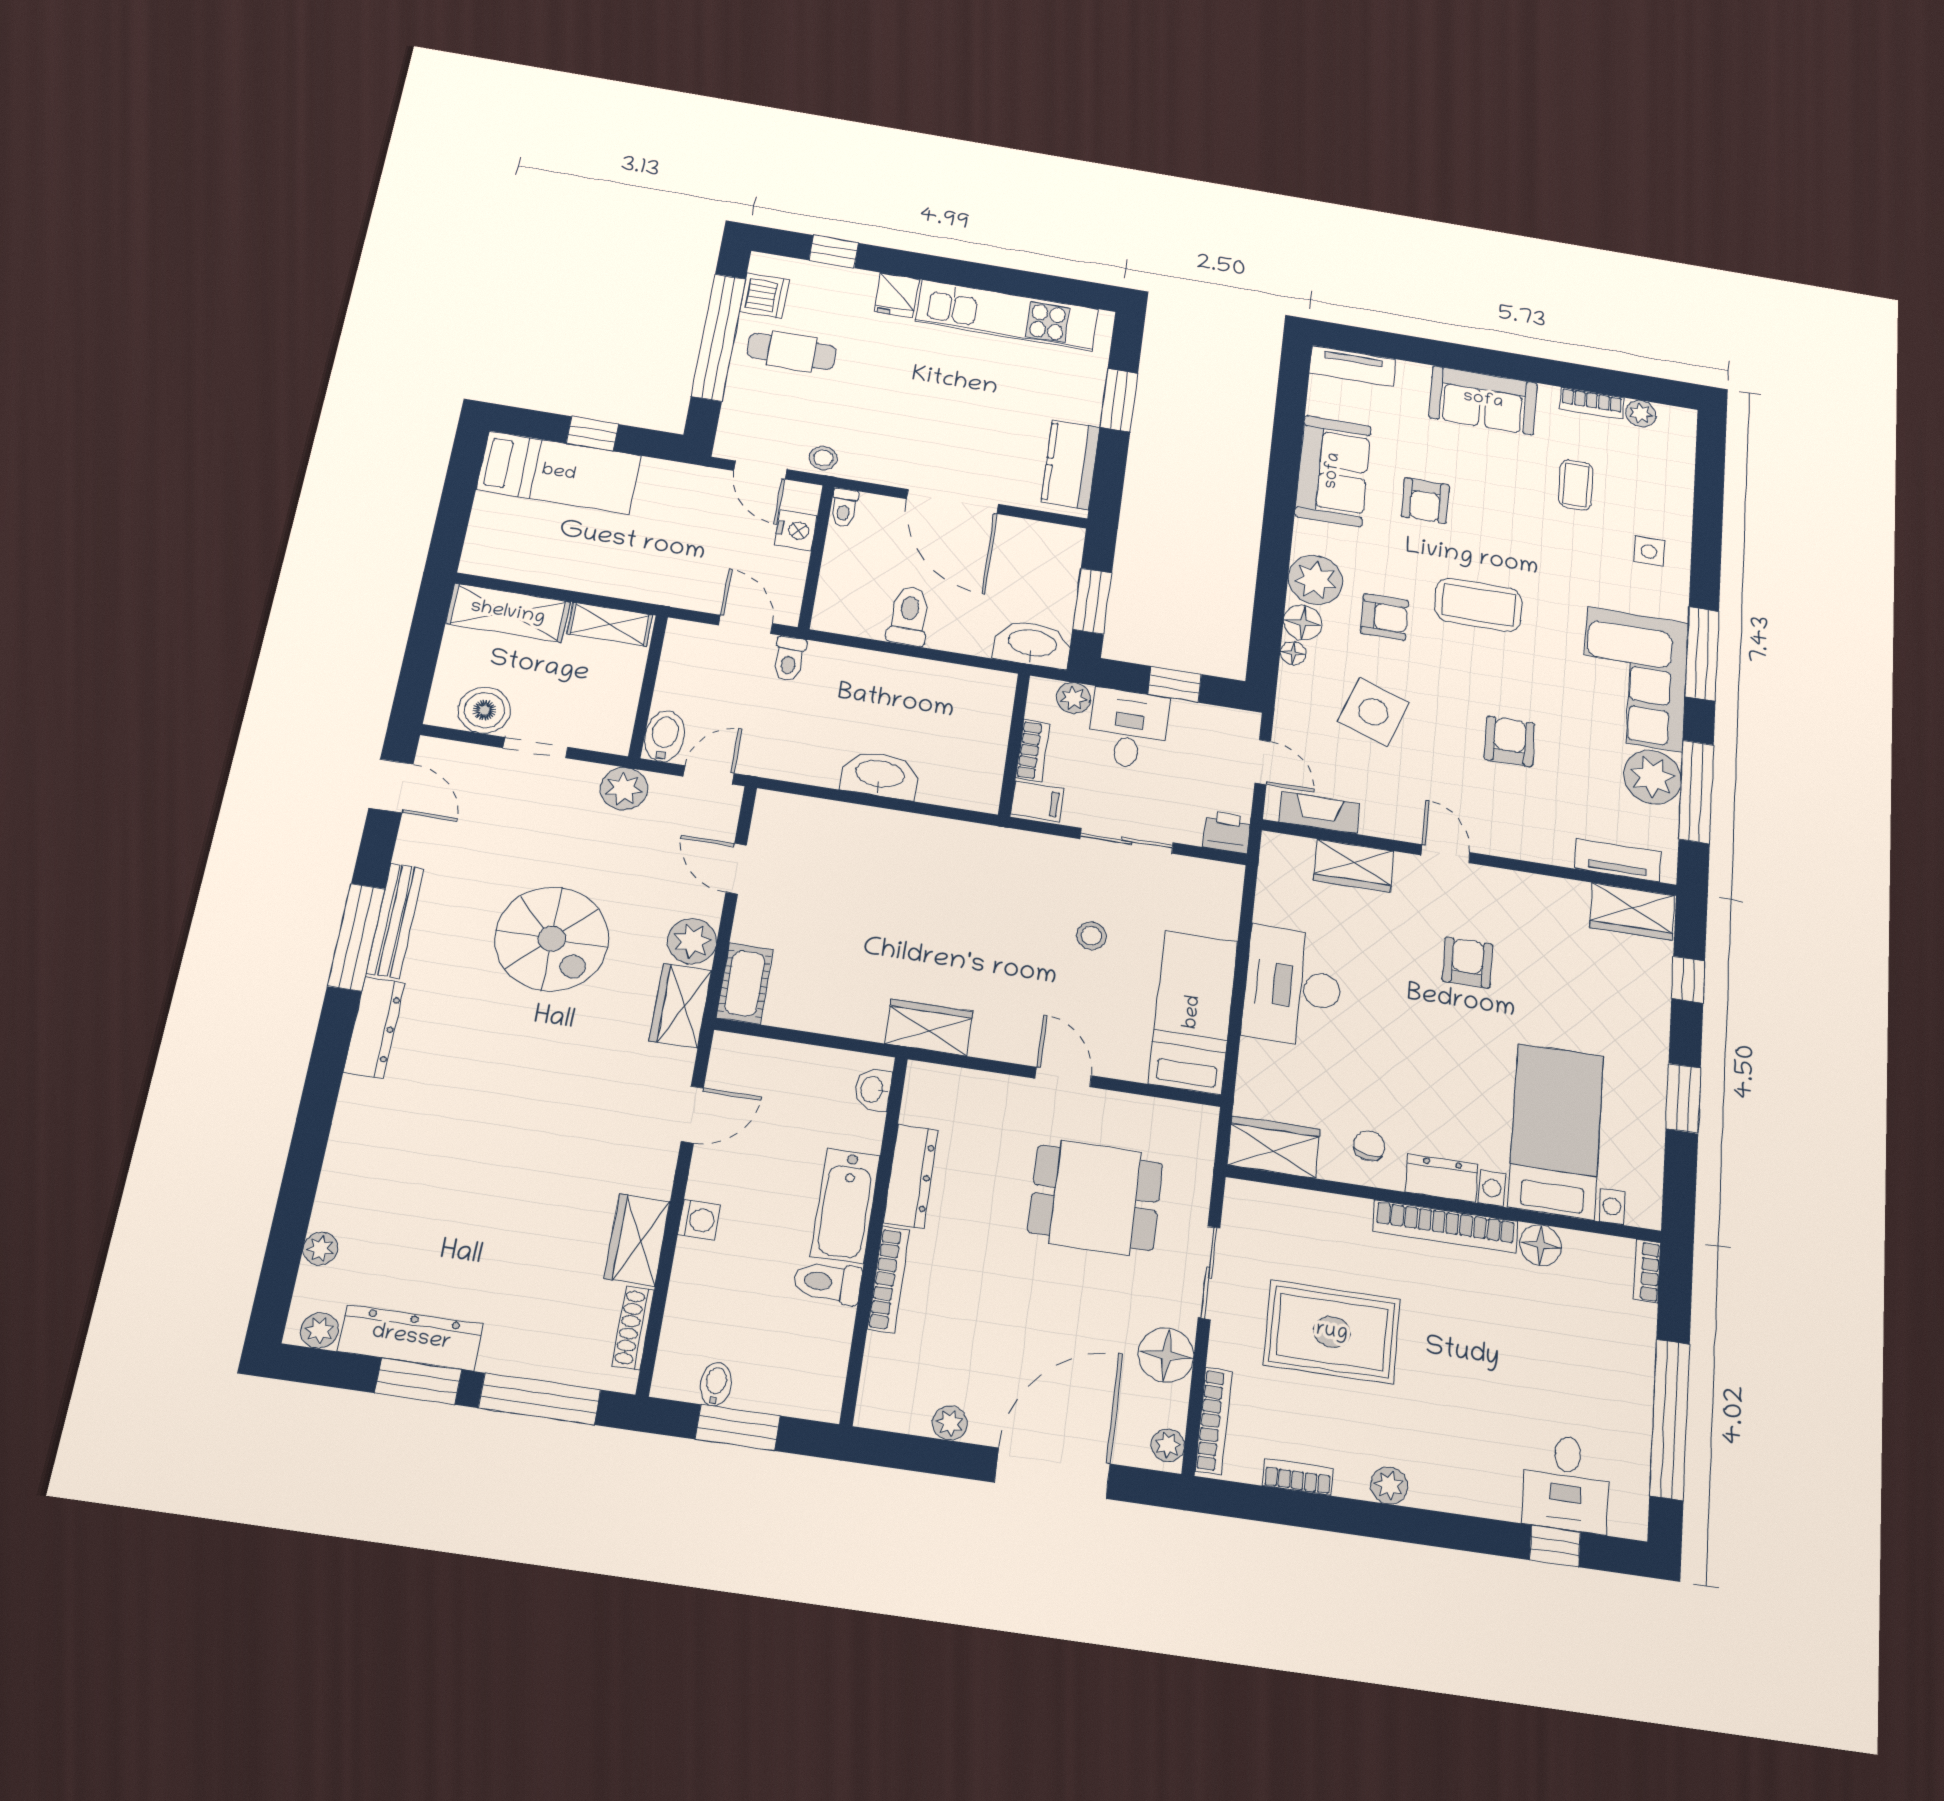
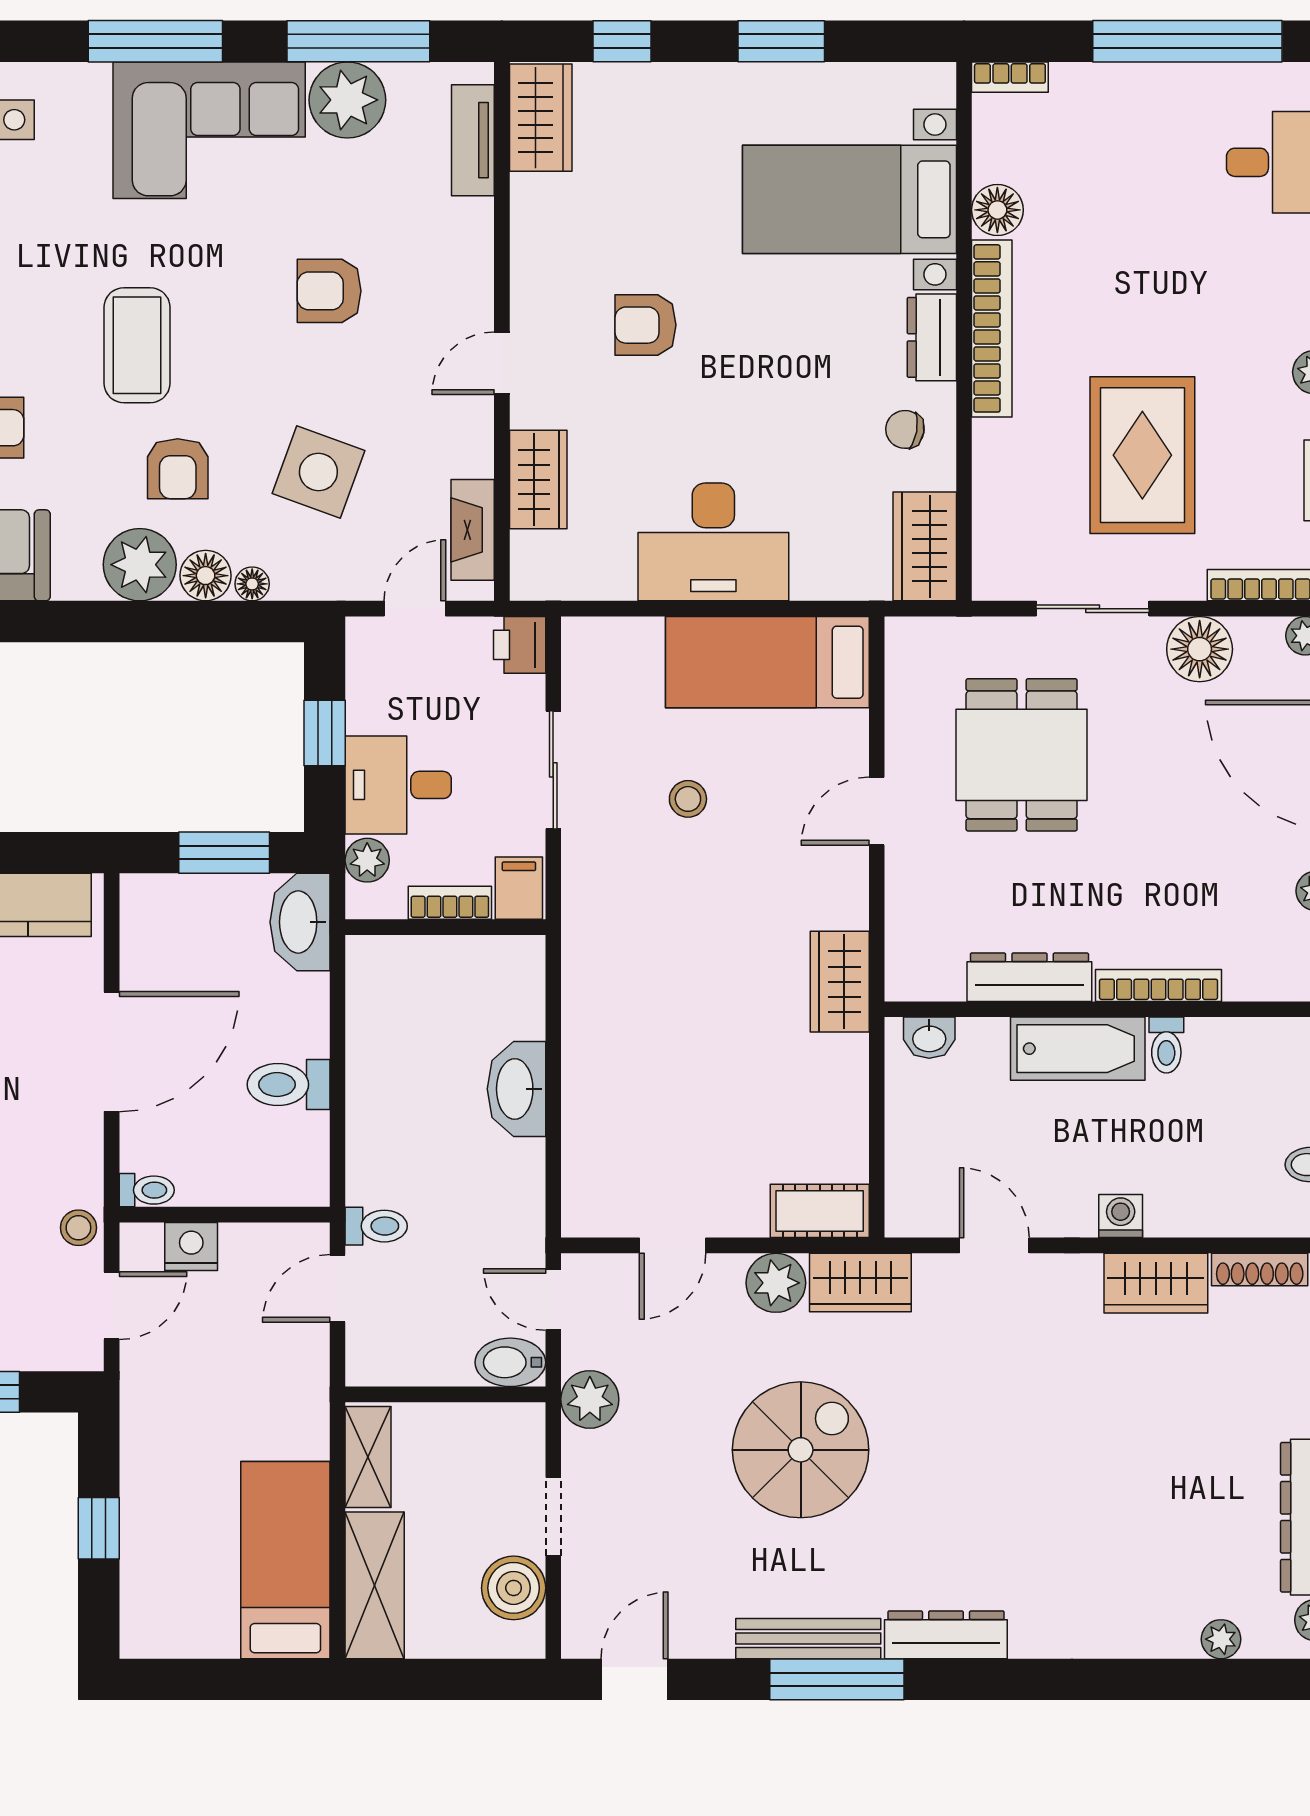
bed: (559, 473) -> (285, 1560), moved
armchair: (1384, 617) -> (178, 469), turned 180
toilet: (827, 1282) -> (1166, 1045), width x0.73, depth x0.72

